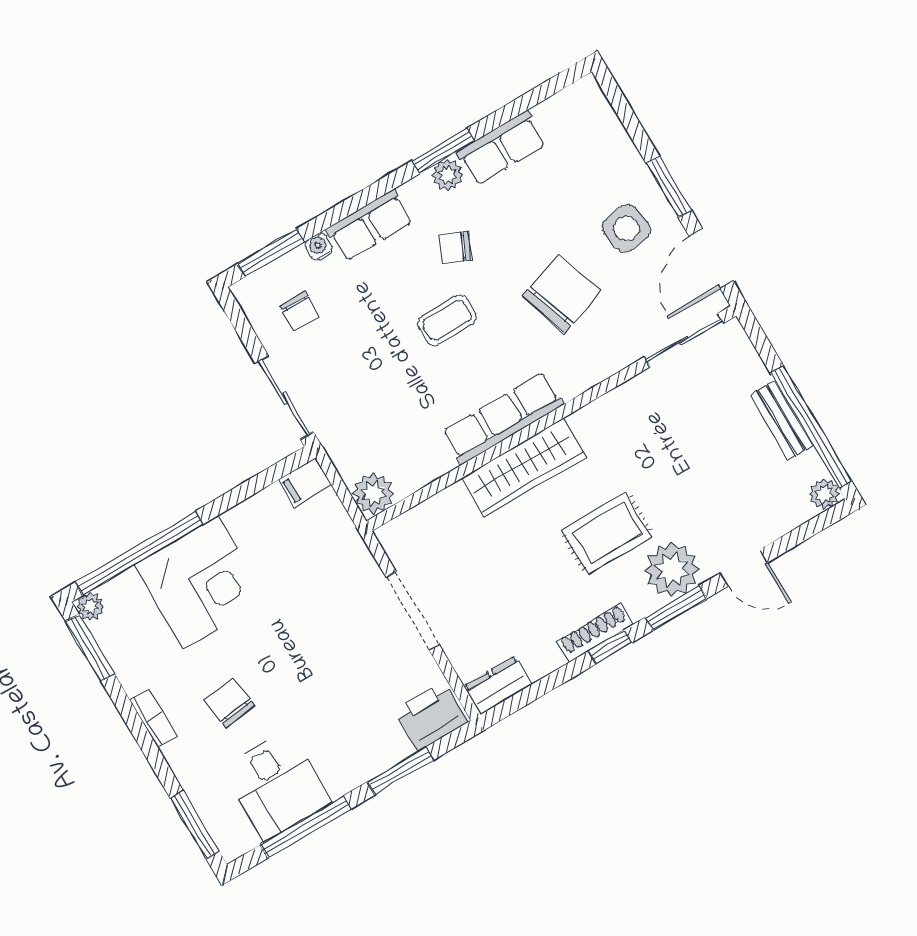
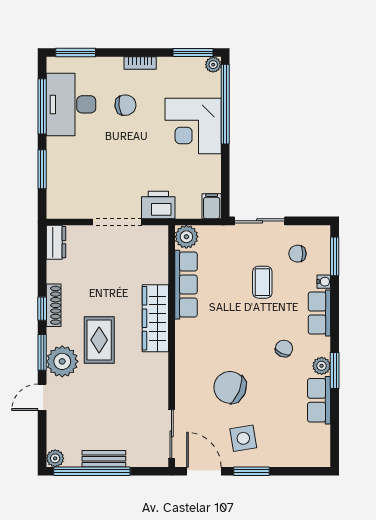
chair: (562, 294) -> (230, 387), turned 131
coffee table: (447, 320) -> (262, 282), moved
row of seats: (503, 418) -> (186, 285), moved
printer: (431, 716) -> (158, 205), moved, turned -90
desk: (277, 785) -> (71, 104), width x1.37

